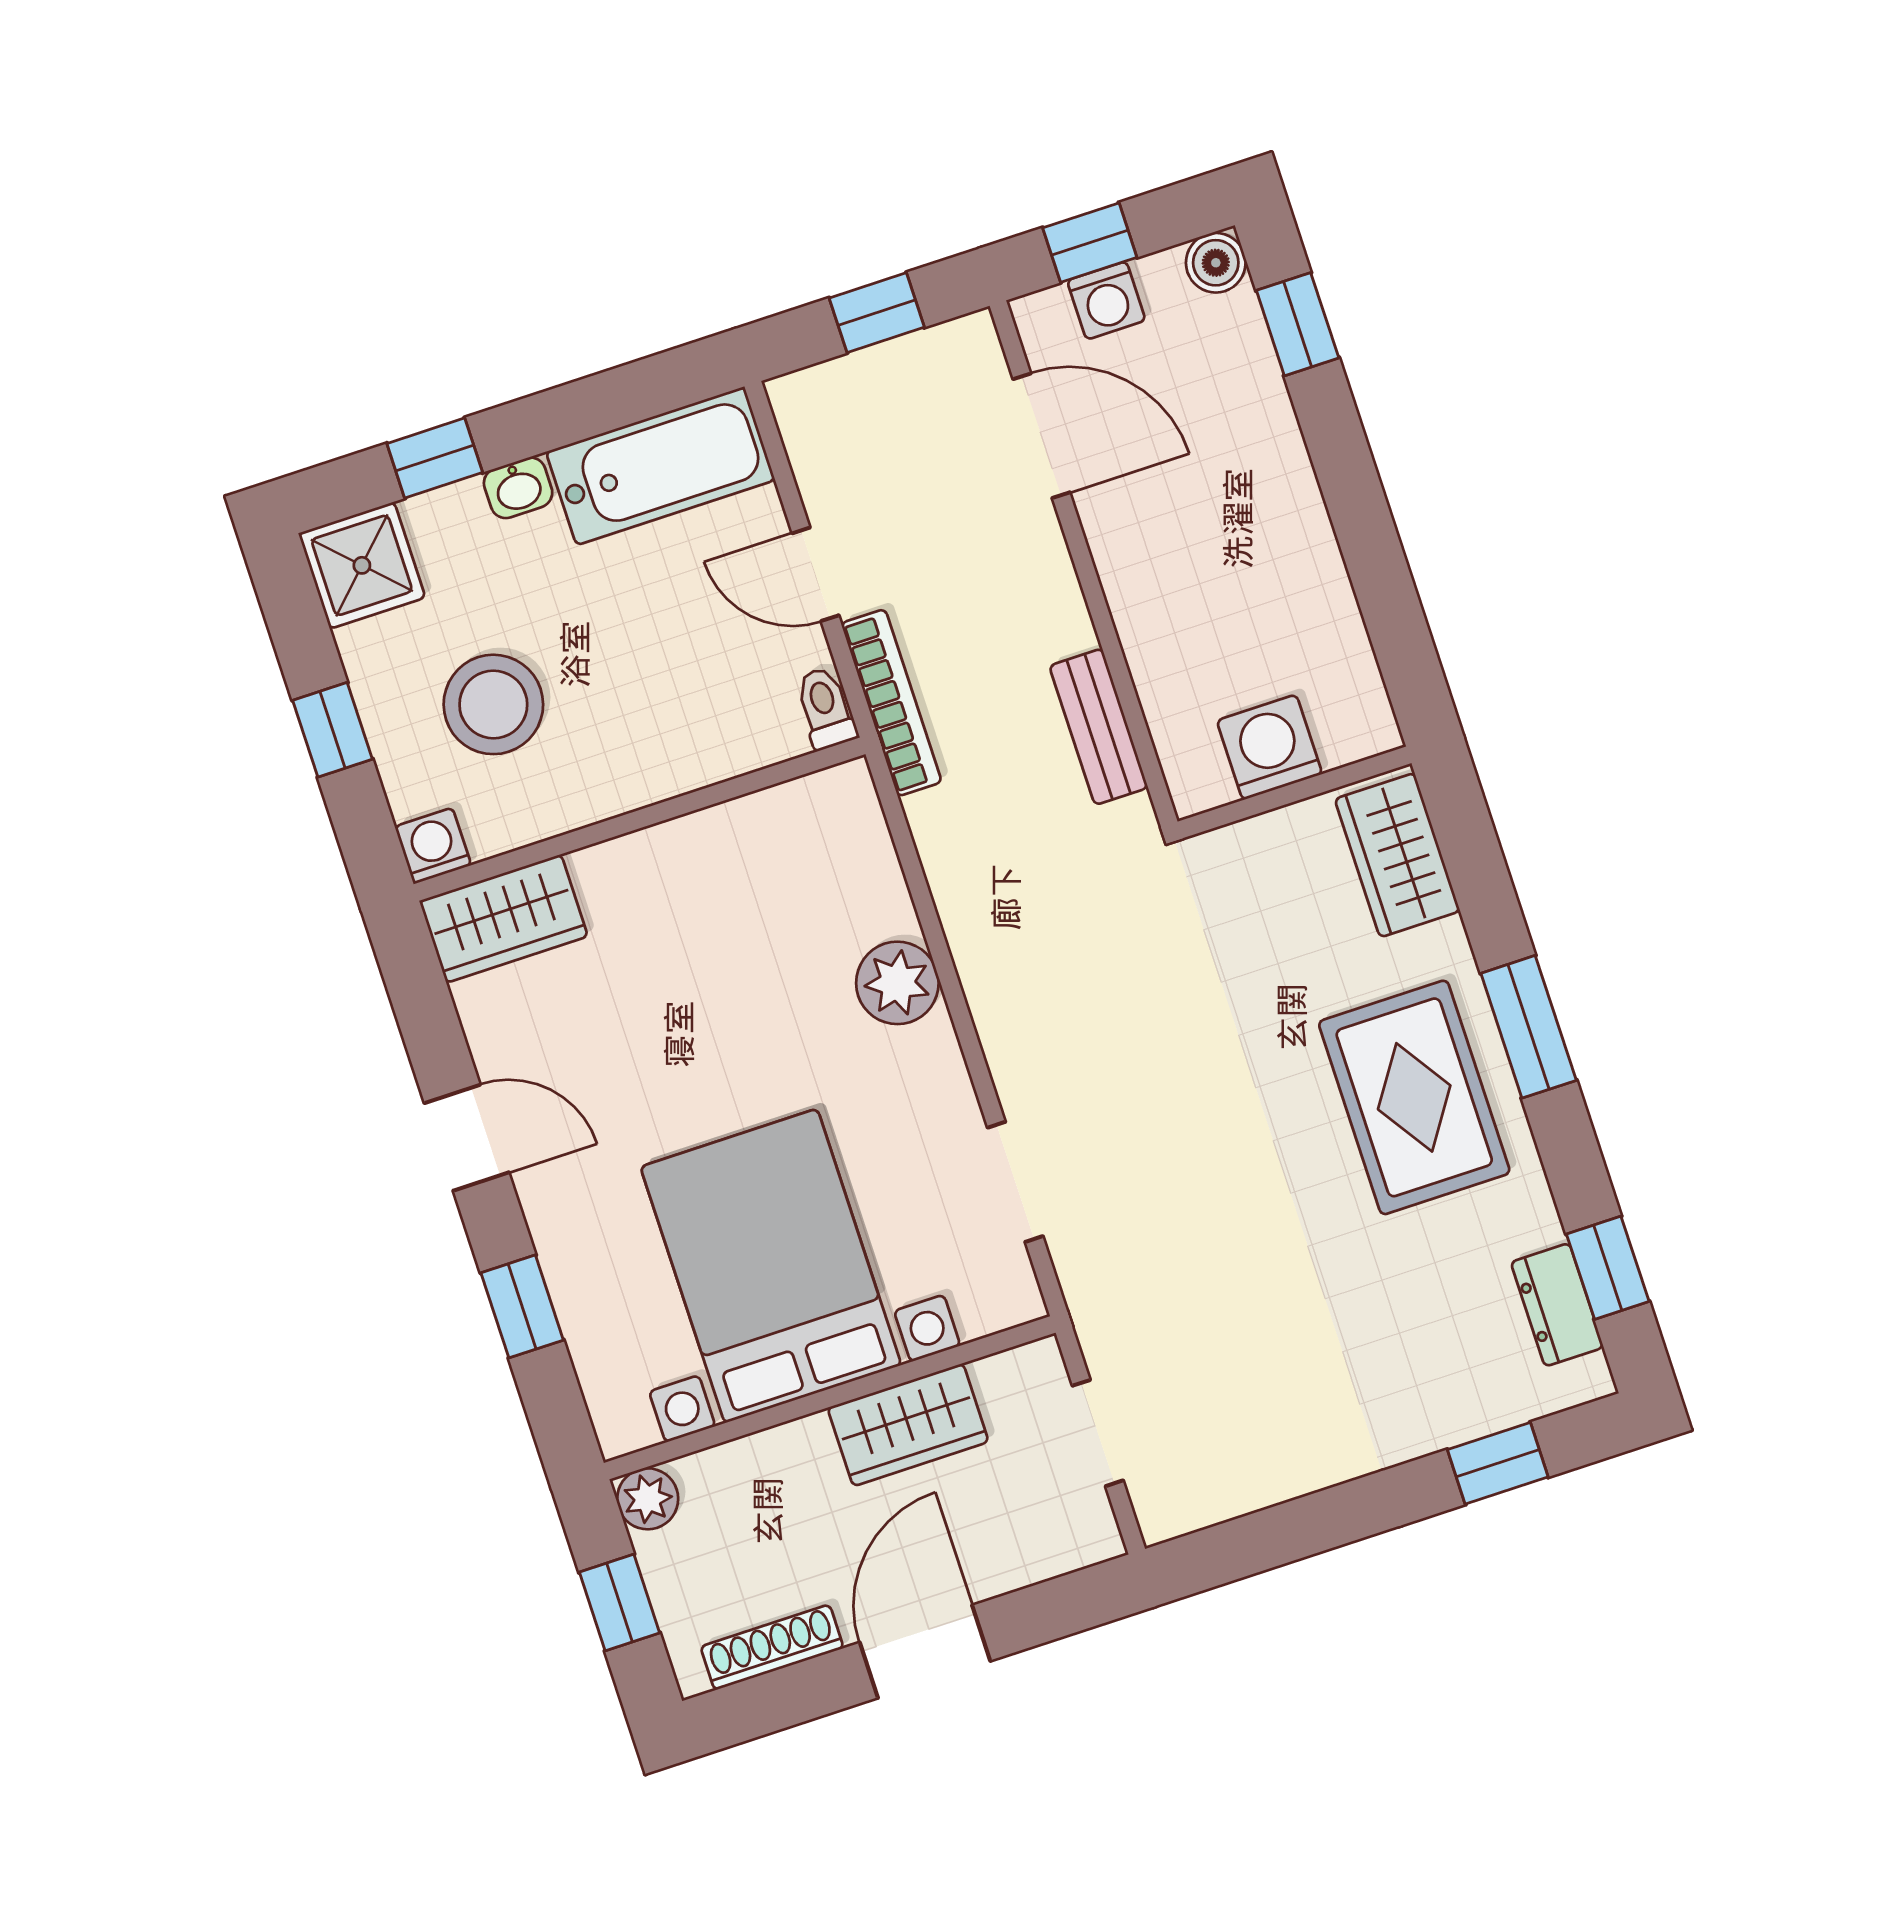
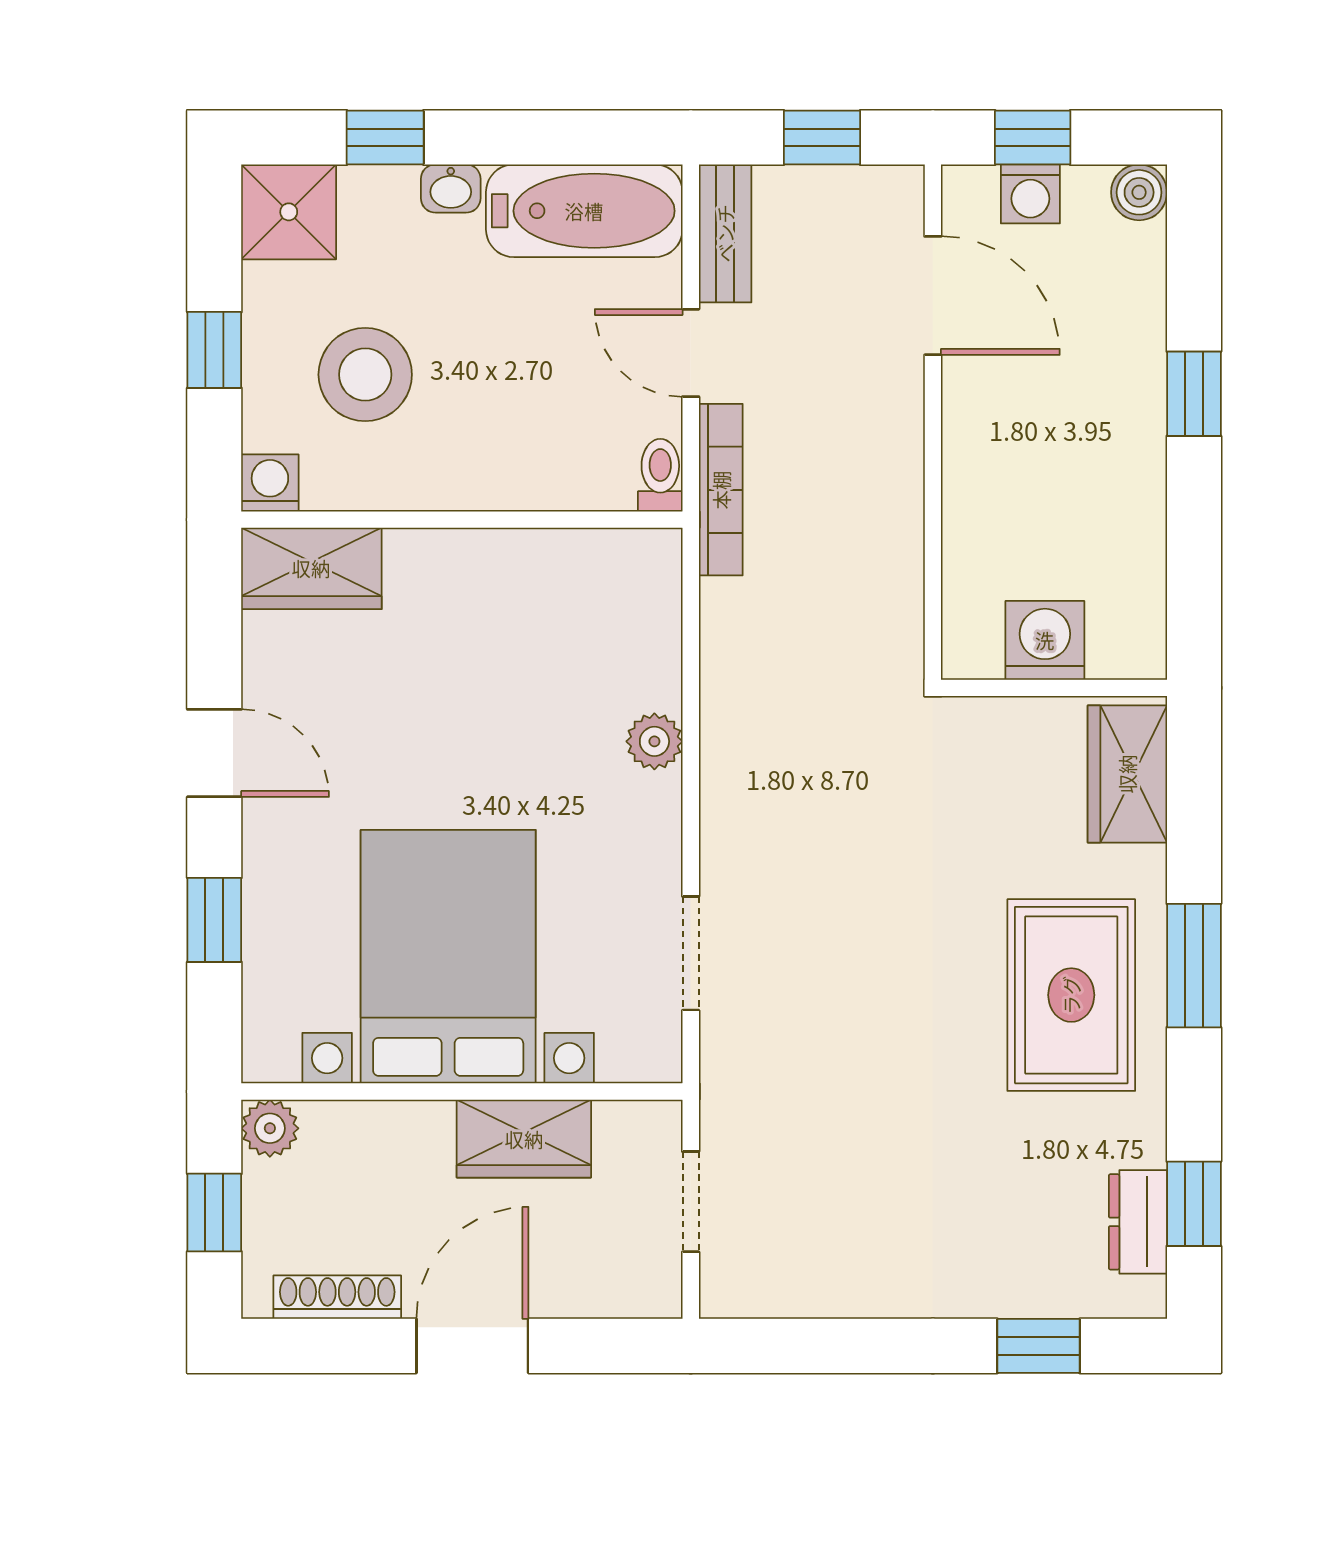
window: (1298, 324) -> (1194, 394), moved
bench: (1099, 727) -> (725, 233), moved
plant: (897, 983) -> (654, 741), width x0.73, depth x0.73

